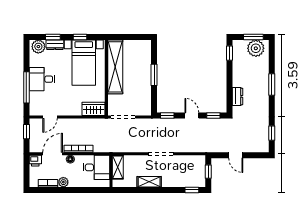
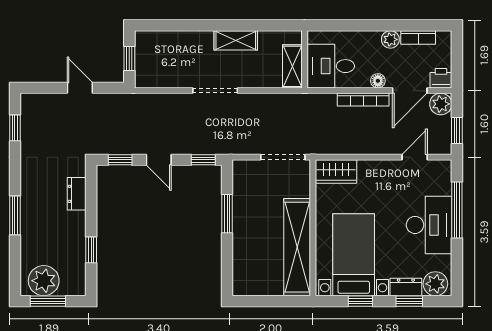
window: (229, 53) -> (91, 250), moved
window: (154, 75) -> (227, 214), moved
desk: (42, 79) -> (429, 225), width x1.37
plant: (35, 146) -> (441, 104), added
window: (192, 190) -> (159, 25), removed

